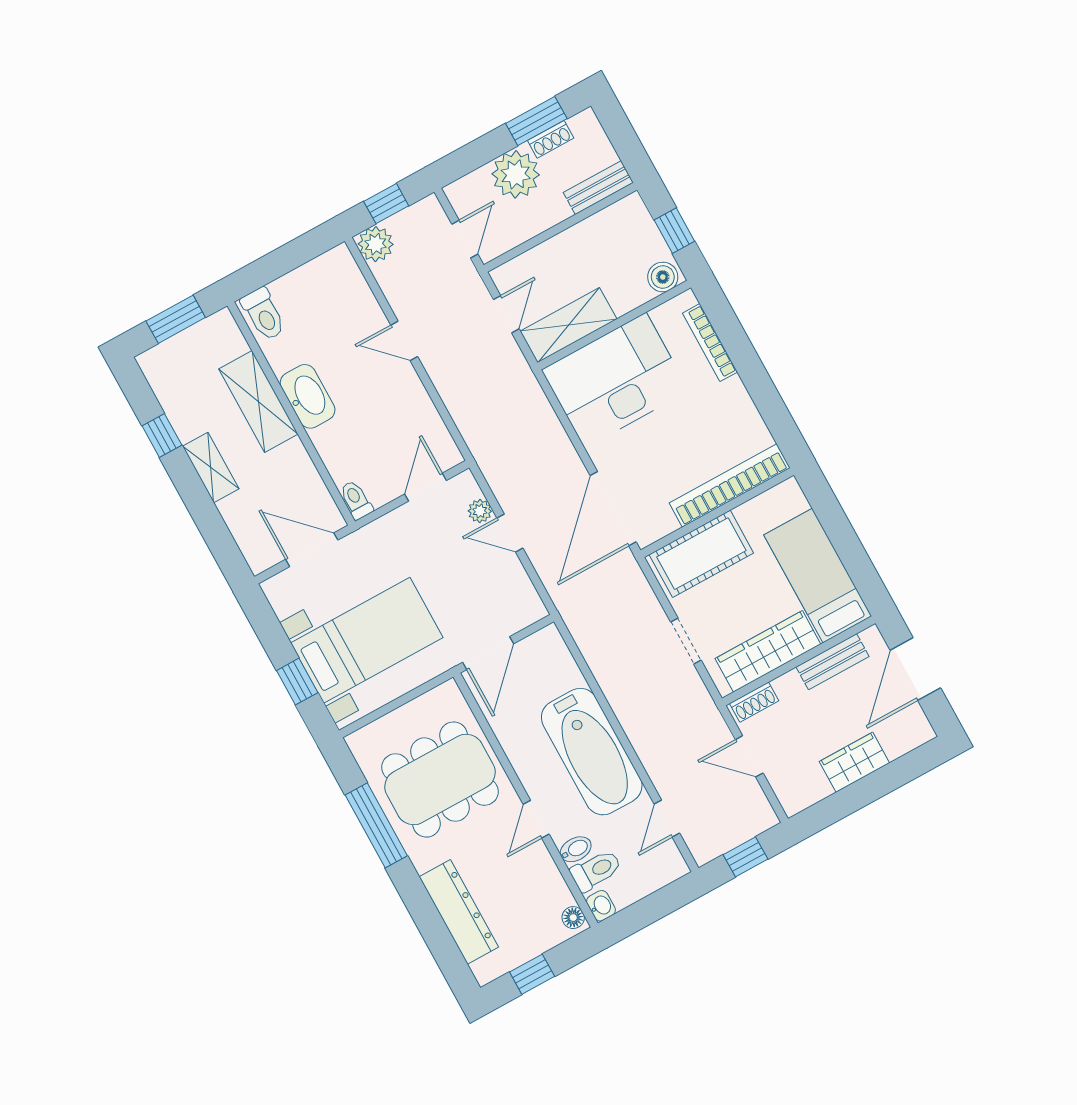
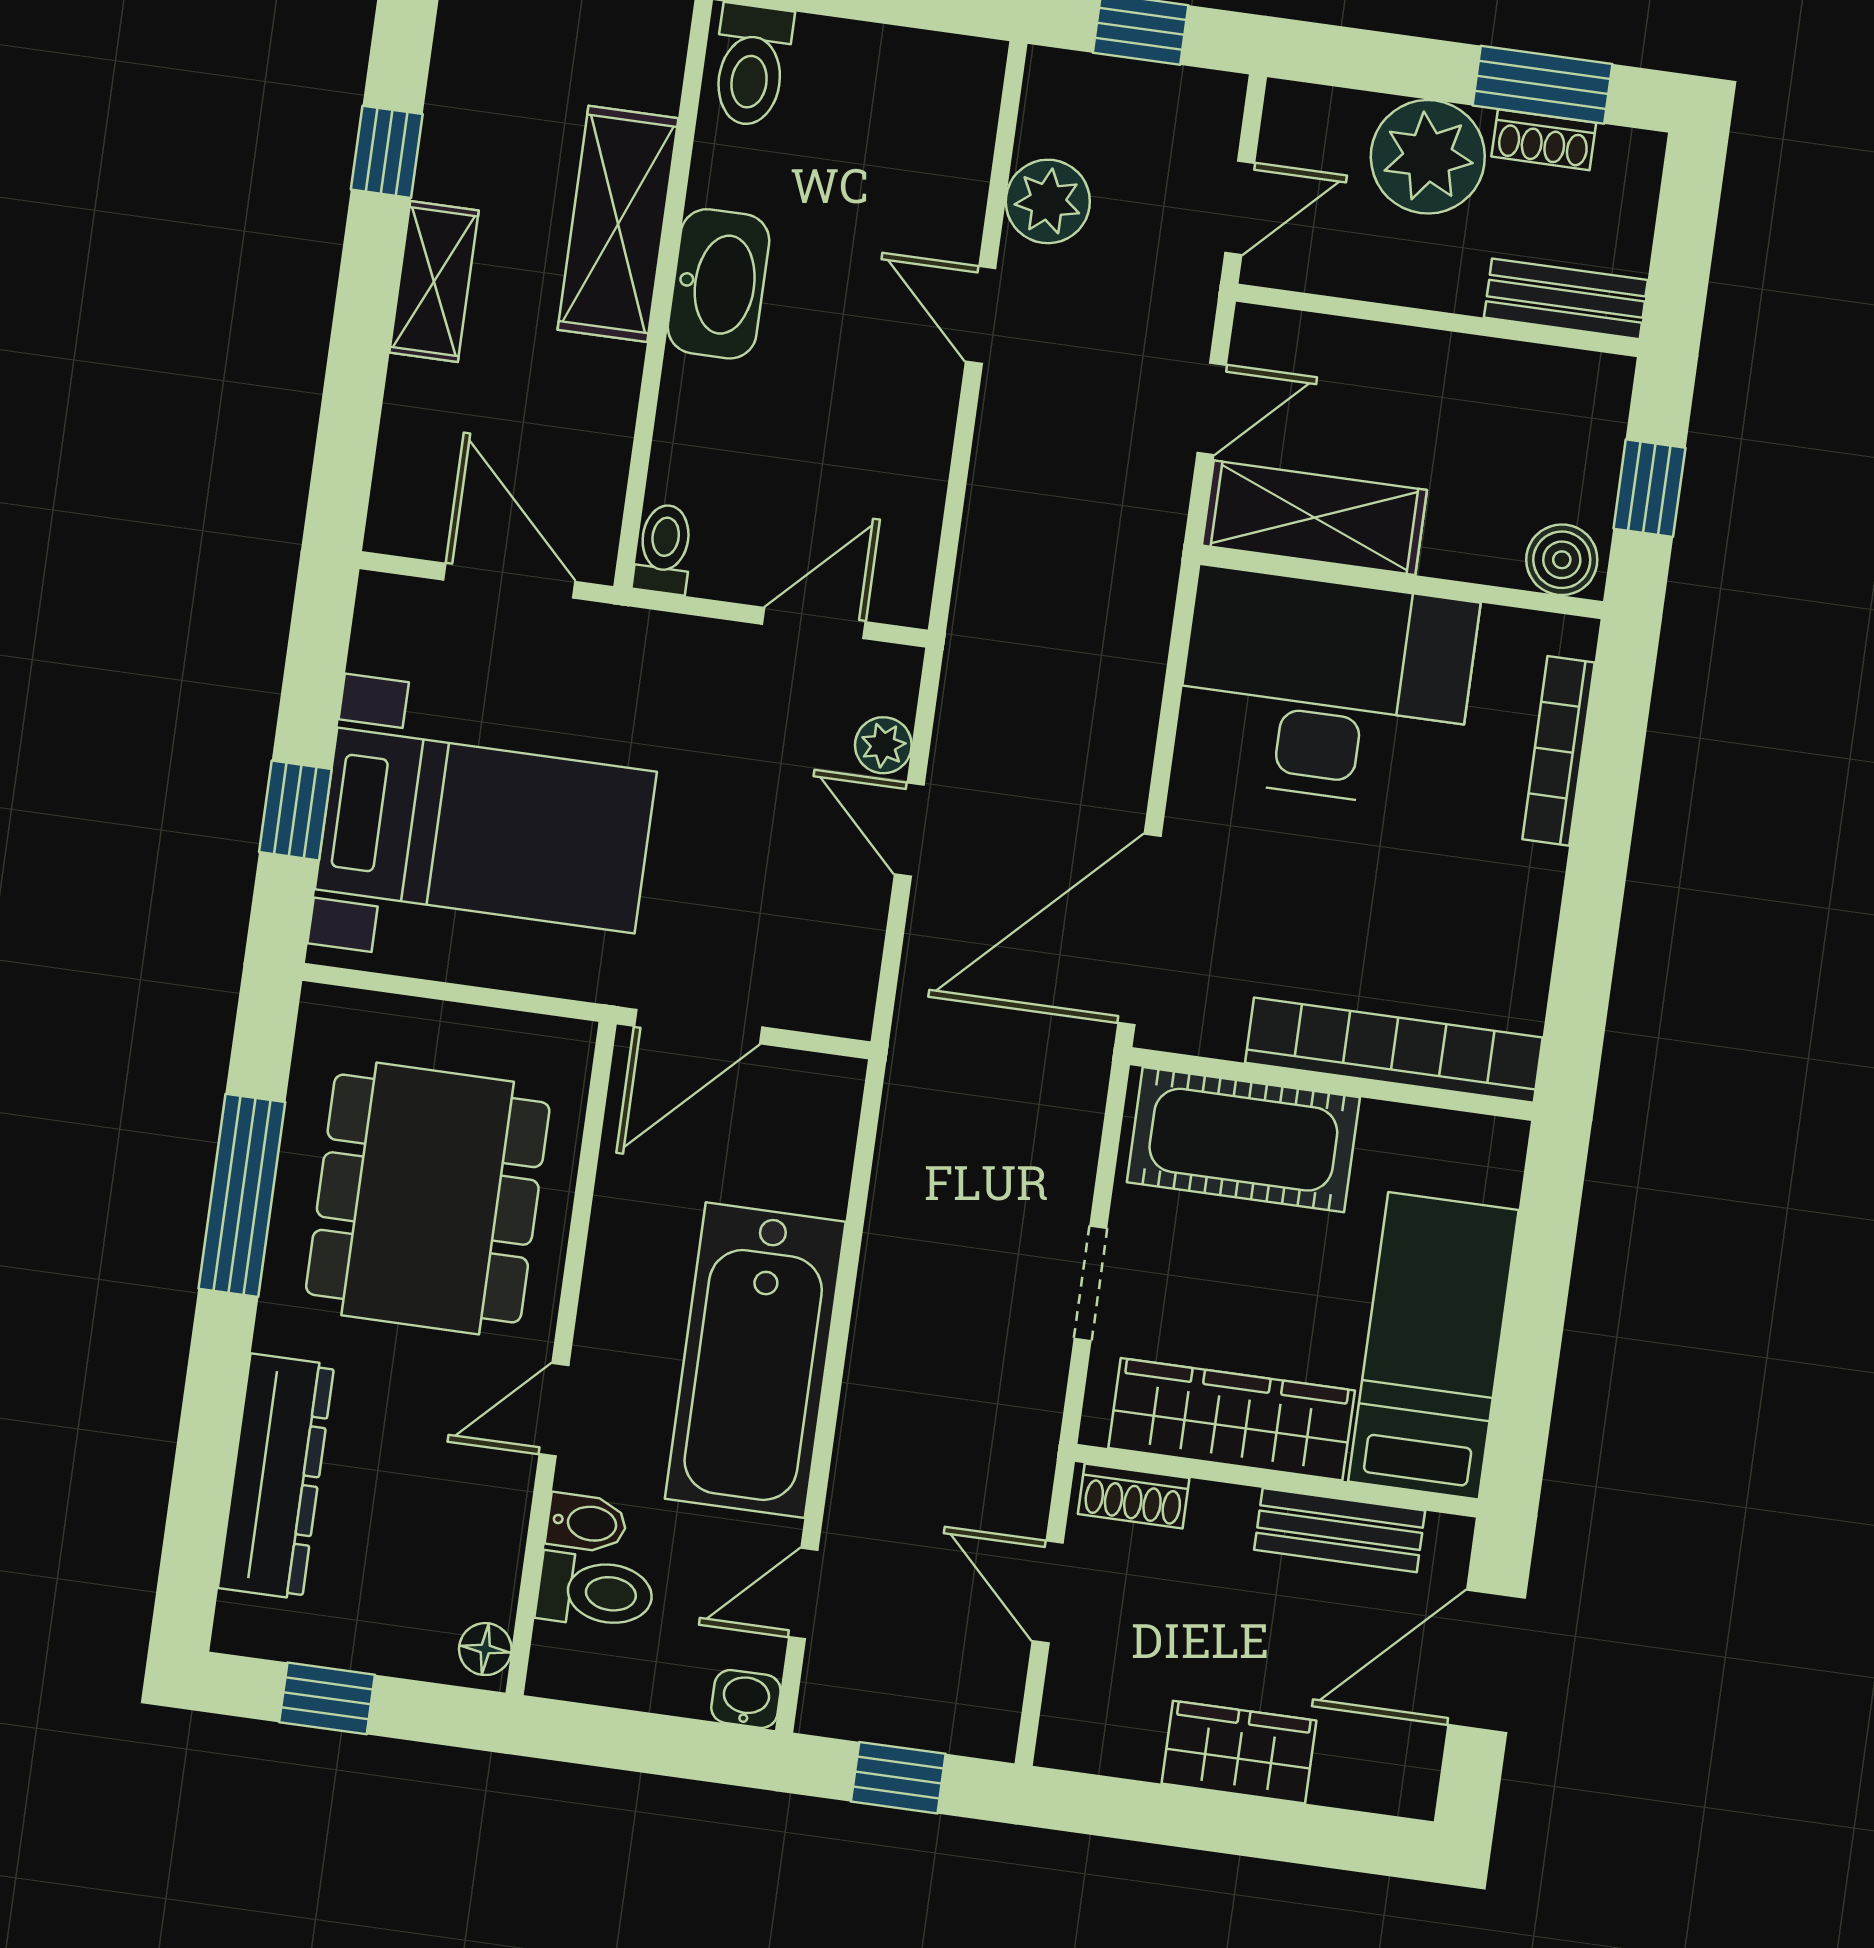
plant: (376, 244) -> (1048, 201), moved
dining table: (440, 780) -> (428, 1199), turned 90
washbasin: (601, 906) -> (746, 1699), moved, turned -90

